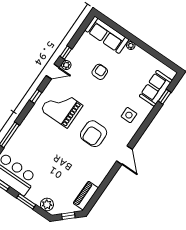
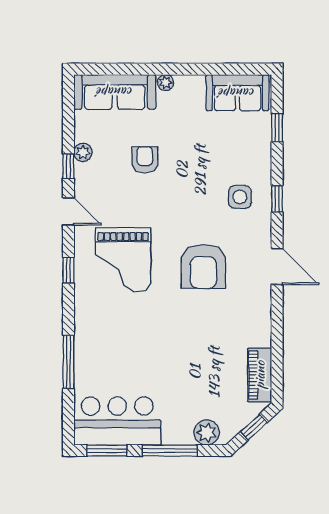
plant: (66, 65) -> (83, 152), moved
door: (53, 72) -> (68, 211), hinge flipped
sofa: (156, 88) -> (237, 93), moved, turned -90
grand piano: (62, 108) -> (123, 260), turned -90
window: (144, 127) -> (277, 199), added
window: (26, 201) -> (169, 451), width x1.44

